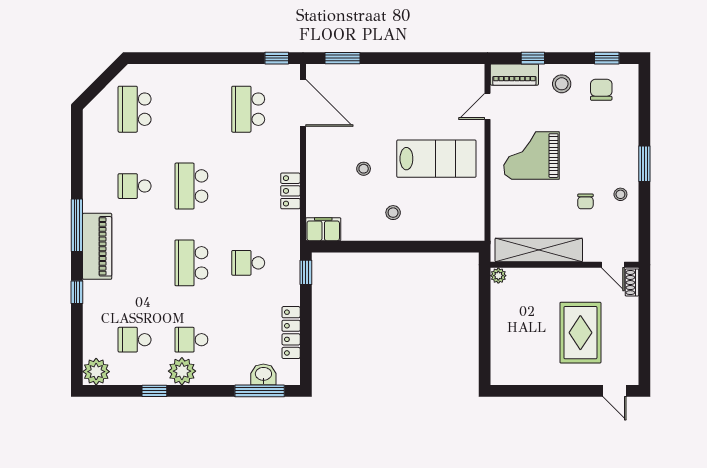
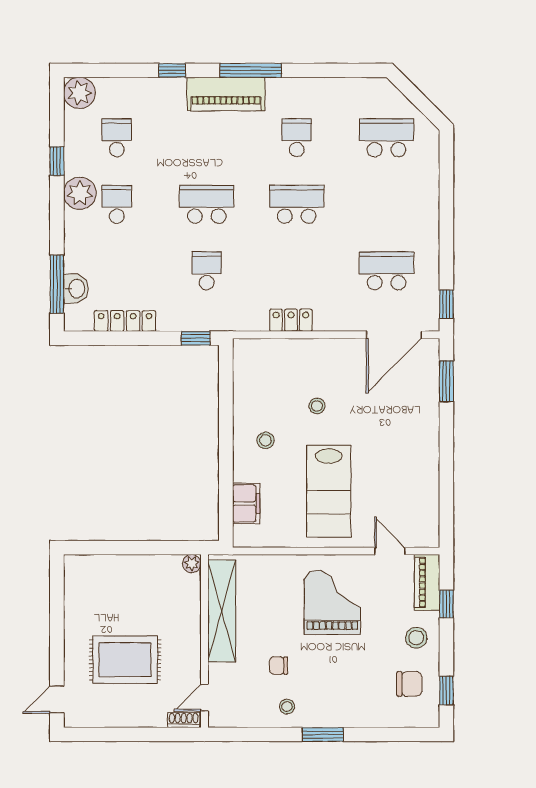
filing cabinet: (323, 229) -> (246, 503), moved

